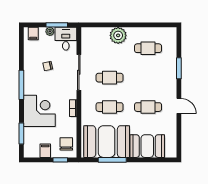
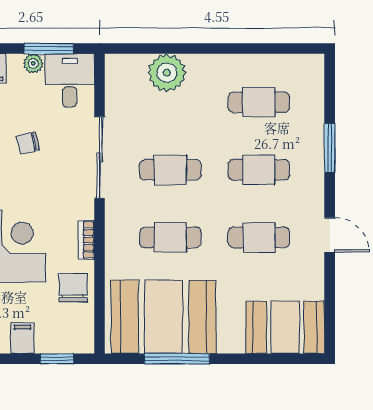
plant: (118, 35) -> (167, 73), moved
cafe table: (148, 78) -> (259, 170), added
chair: (66, 144) -> (73, 288), moved
booth: (147, 146) -> (285, 327), moved

